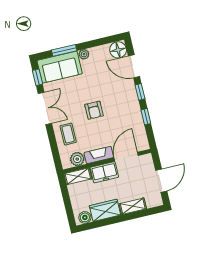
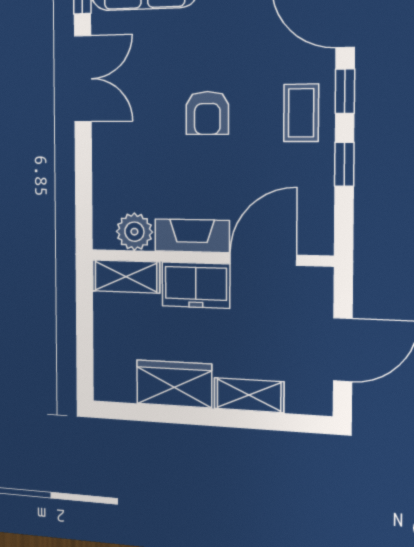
coffee table: (68, 134) -> (301, 113), moved
boiler: (85, 217) -> (119, 386), removed

